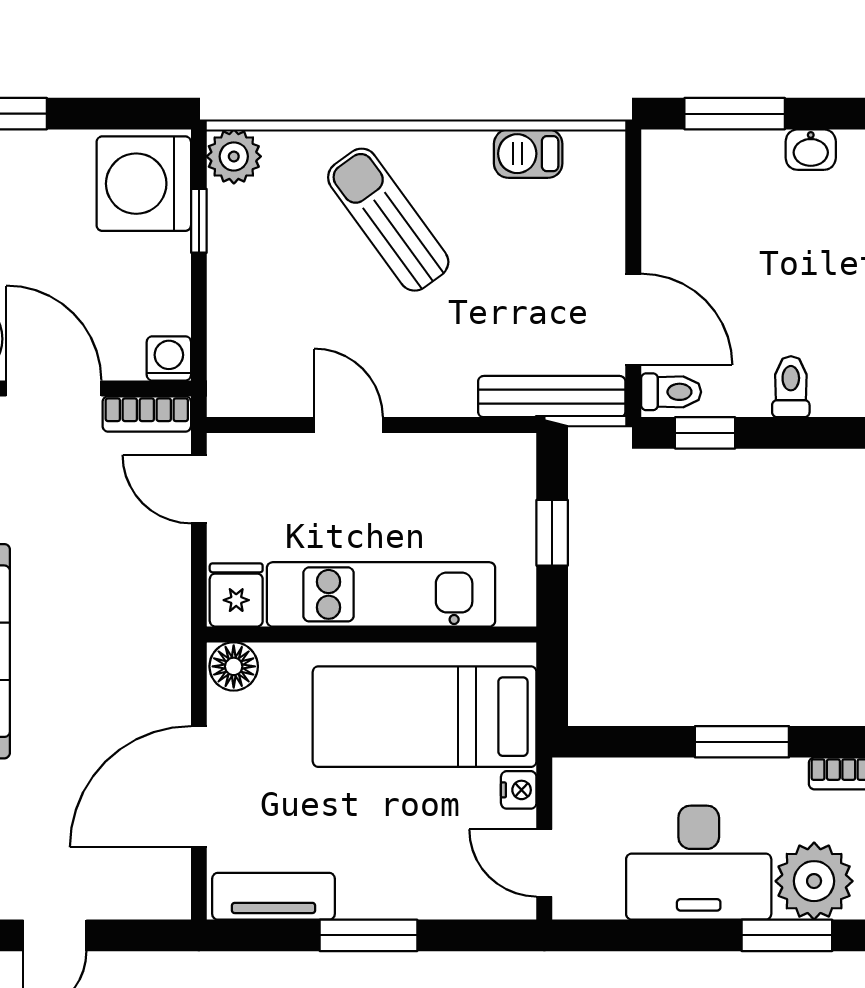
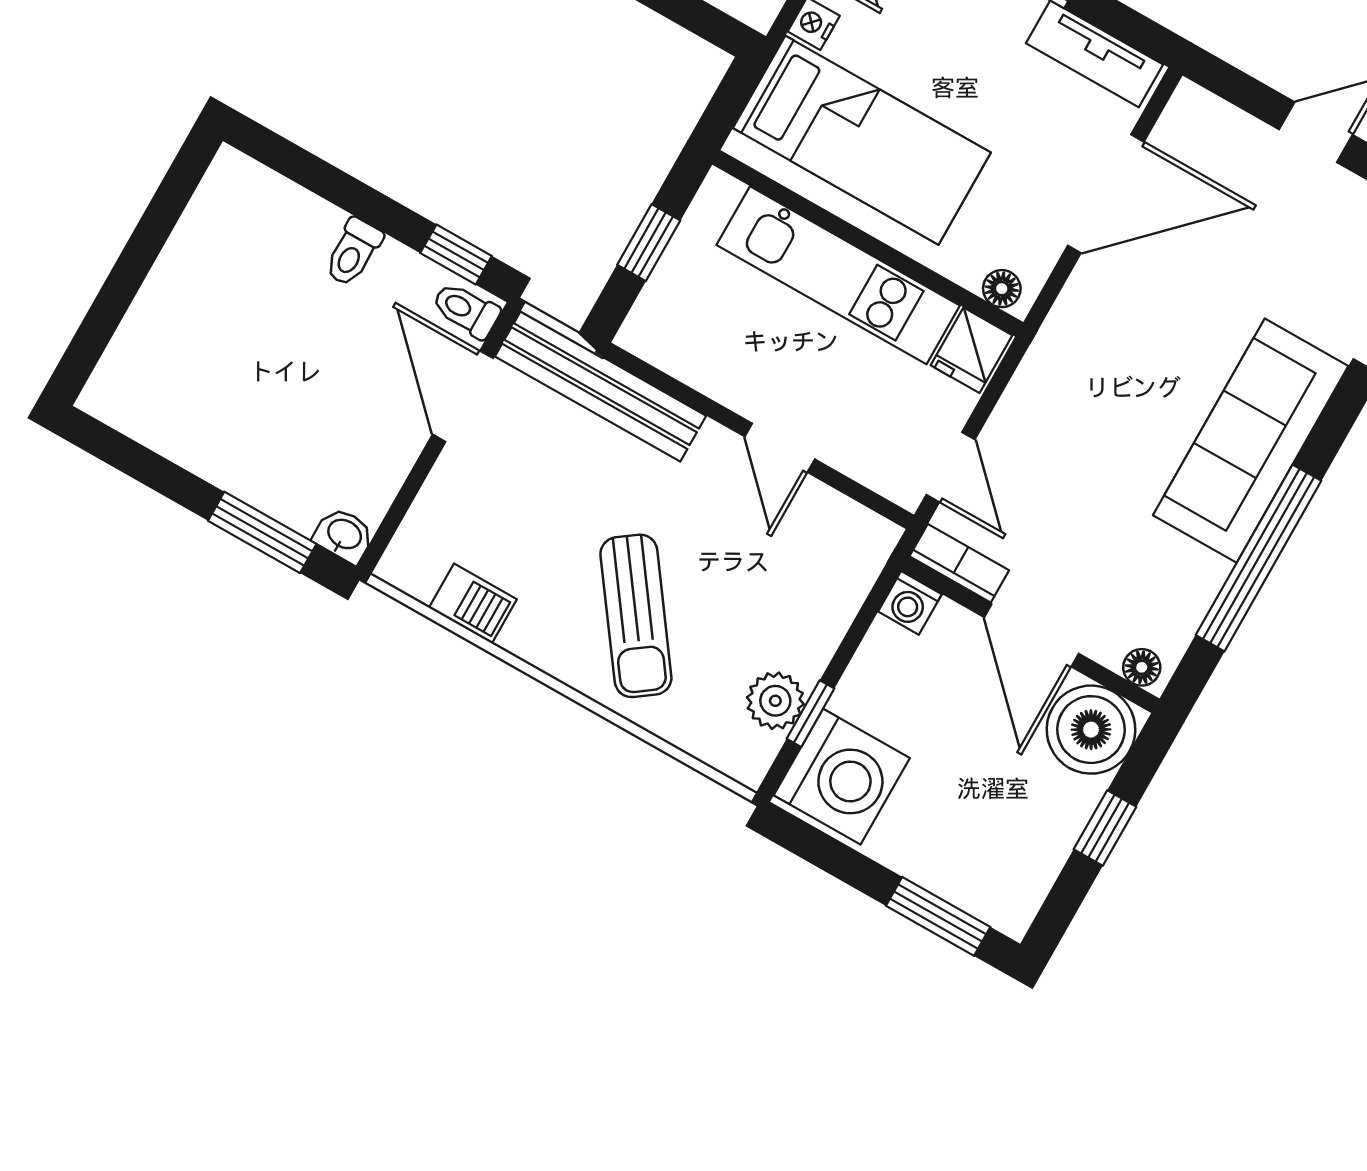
washbasin: (811, 150) -> (344, 535), moved
plant: (234, 156) -> (775, 701), moved
bench: (552, 397) -> (601, 386), width x1.37, depth x1.21
floor lamp: (234, 666) -> (1002, 289), width x0.73, depth x0.73

